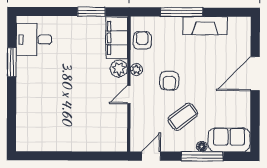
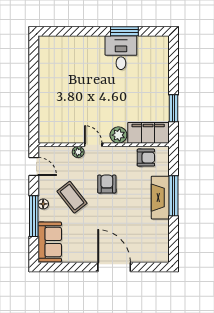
fireplace: (205, 26) -> (160, 198), moved
desk: (34, 40) -> (121, 53), moved
plant: (136, 70) -> (78, 152), moved
armchair: (169, 81) -> (107, 184), turned 90
floor lamp: (202, 147) -> (43, 204), moved

